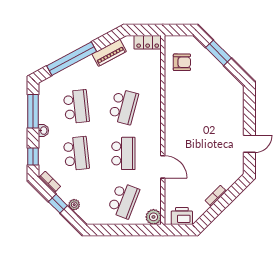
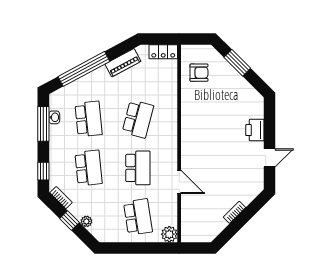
washbasin: (43, 131) -> (54, 117), moved
school desk: (123, 200) -> (138, 217), turned -30
printer: (182, 216) -> (255, 130), moved, turned -90

